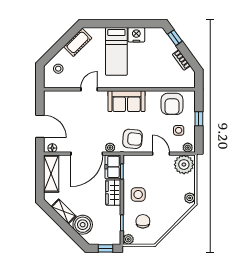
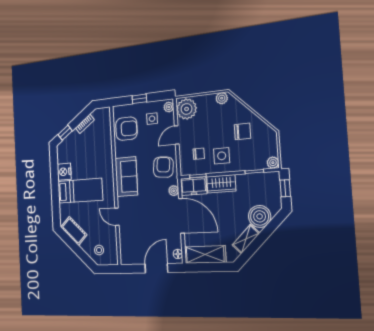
chair: (142, 173) -> (199, 154), added
chair: (143, 221) -> (243, 131), moved, turned 180

